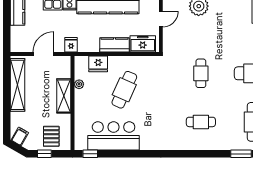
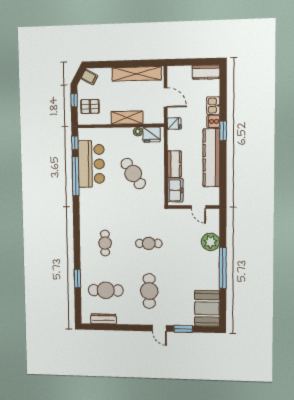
fridge: (98, 64) -> (152, 135), moved, turned -90
cafe table: (124, 90) -> (133, 174), turned 33
window: (127, 154) -> (76, 176), added

